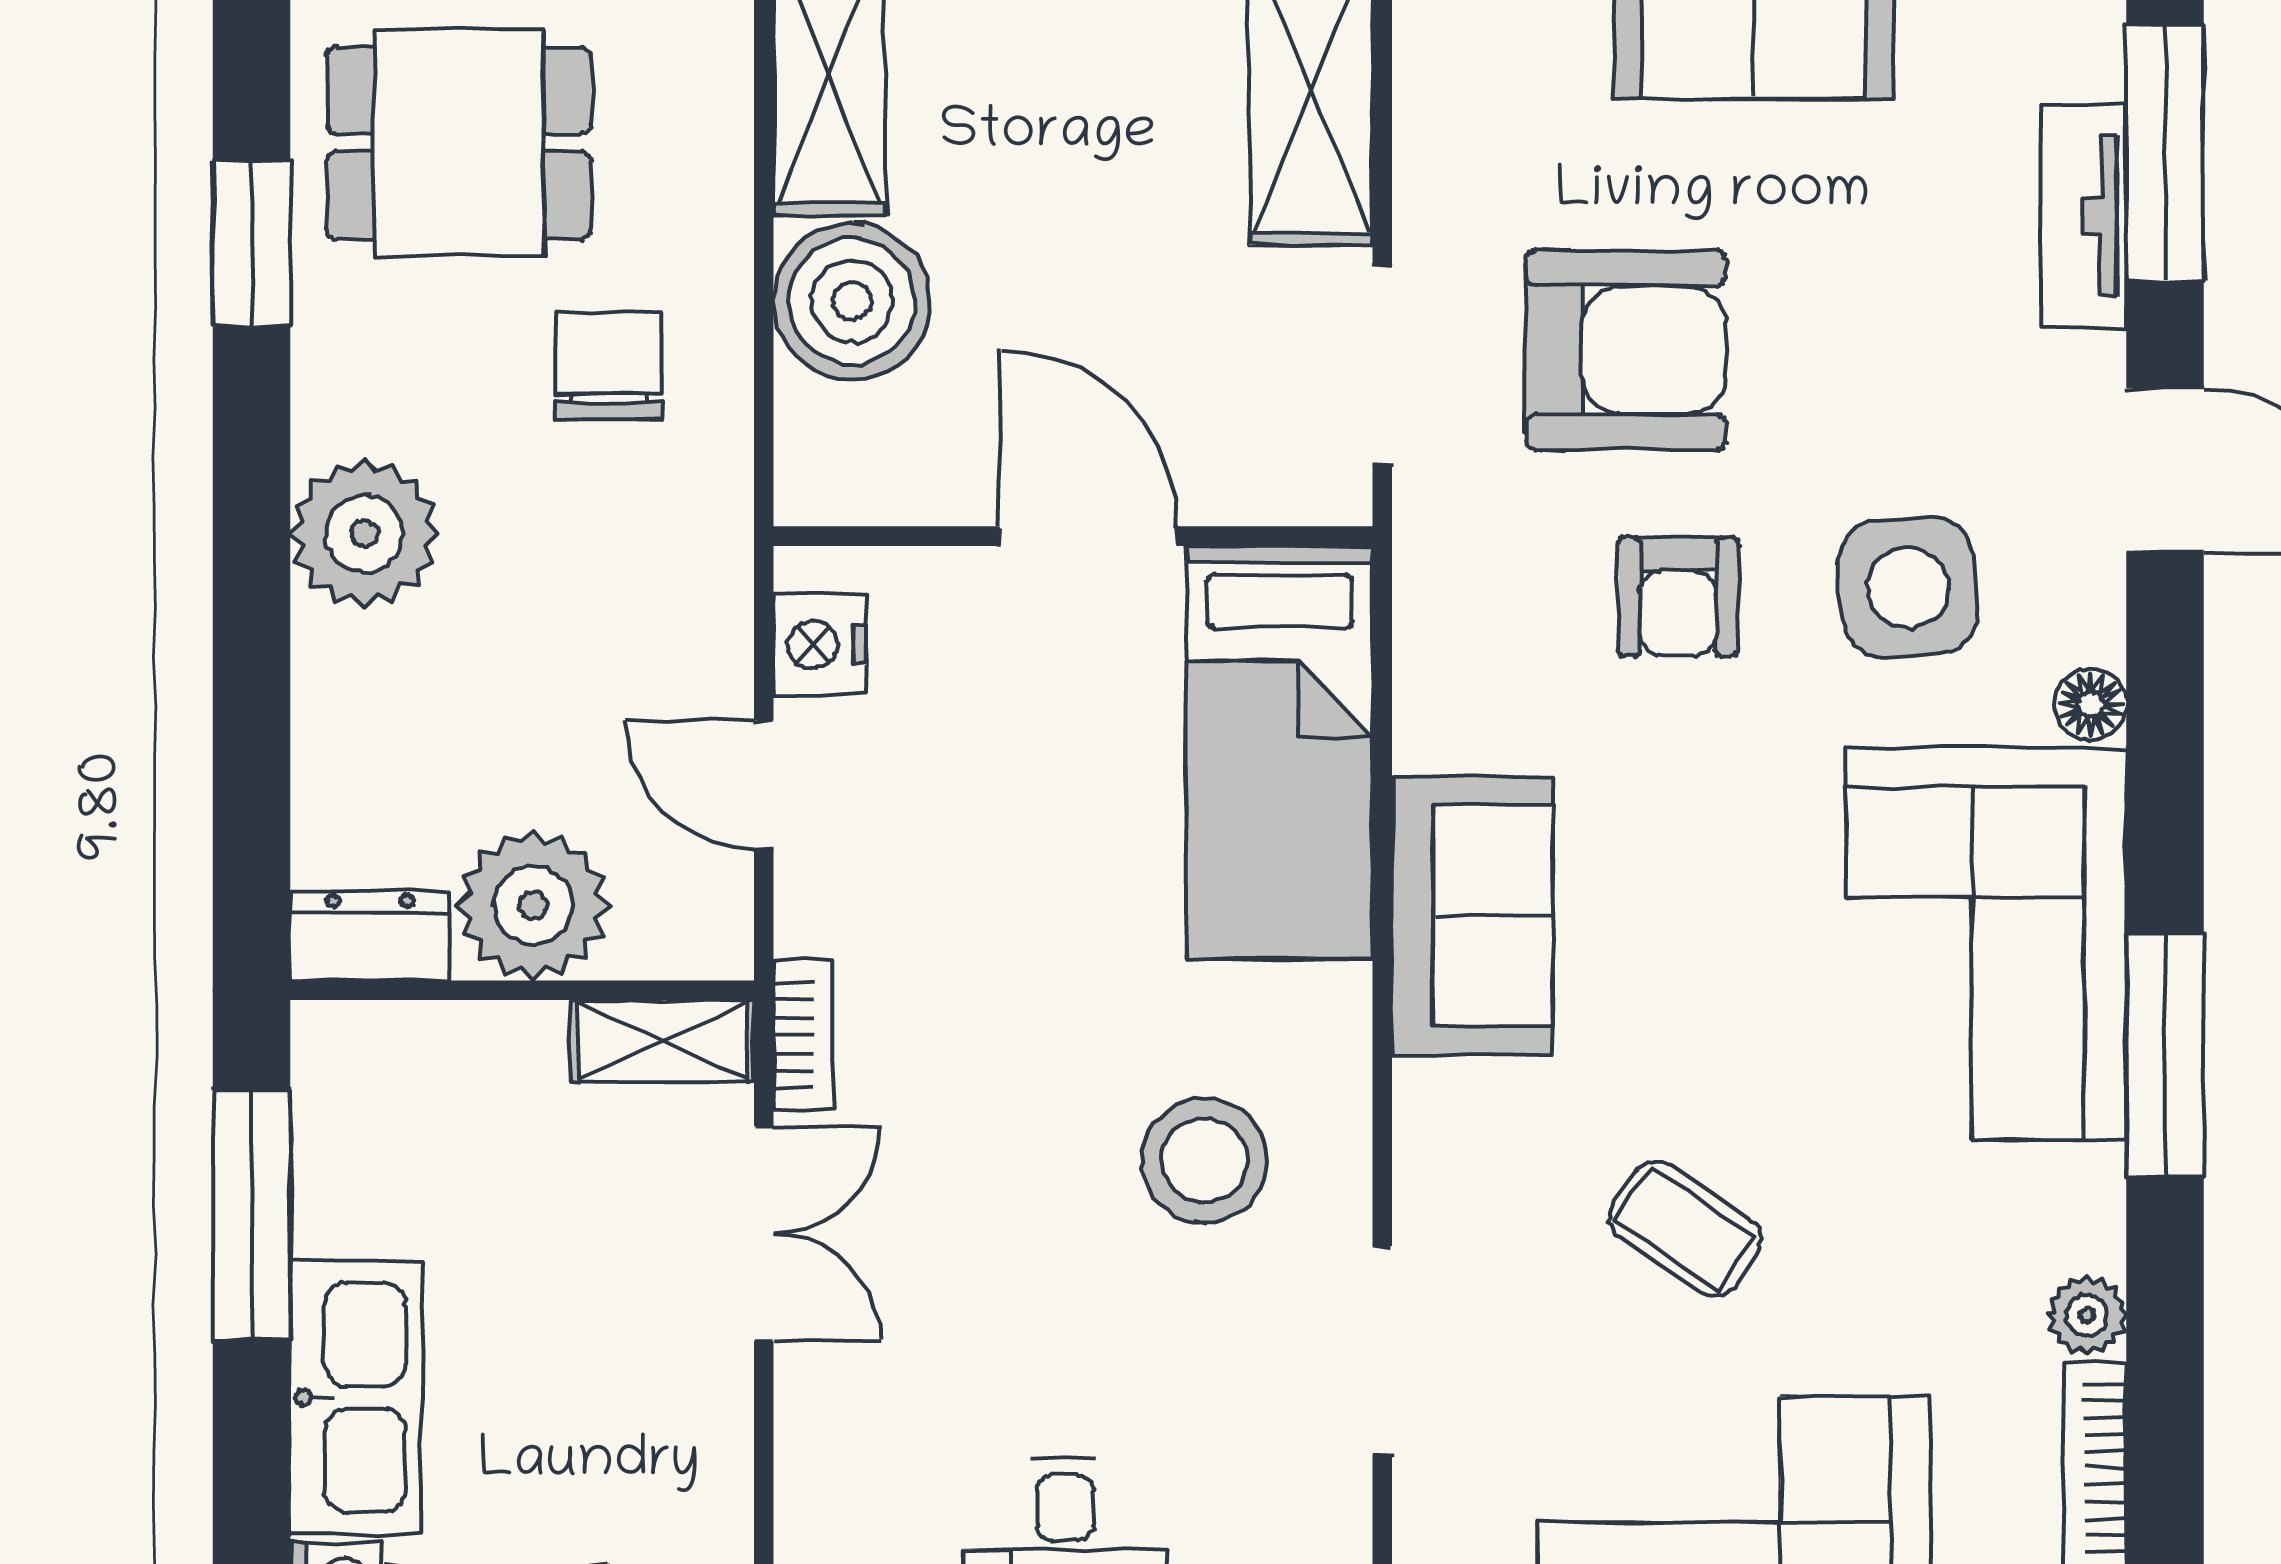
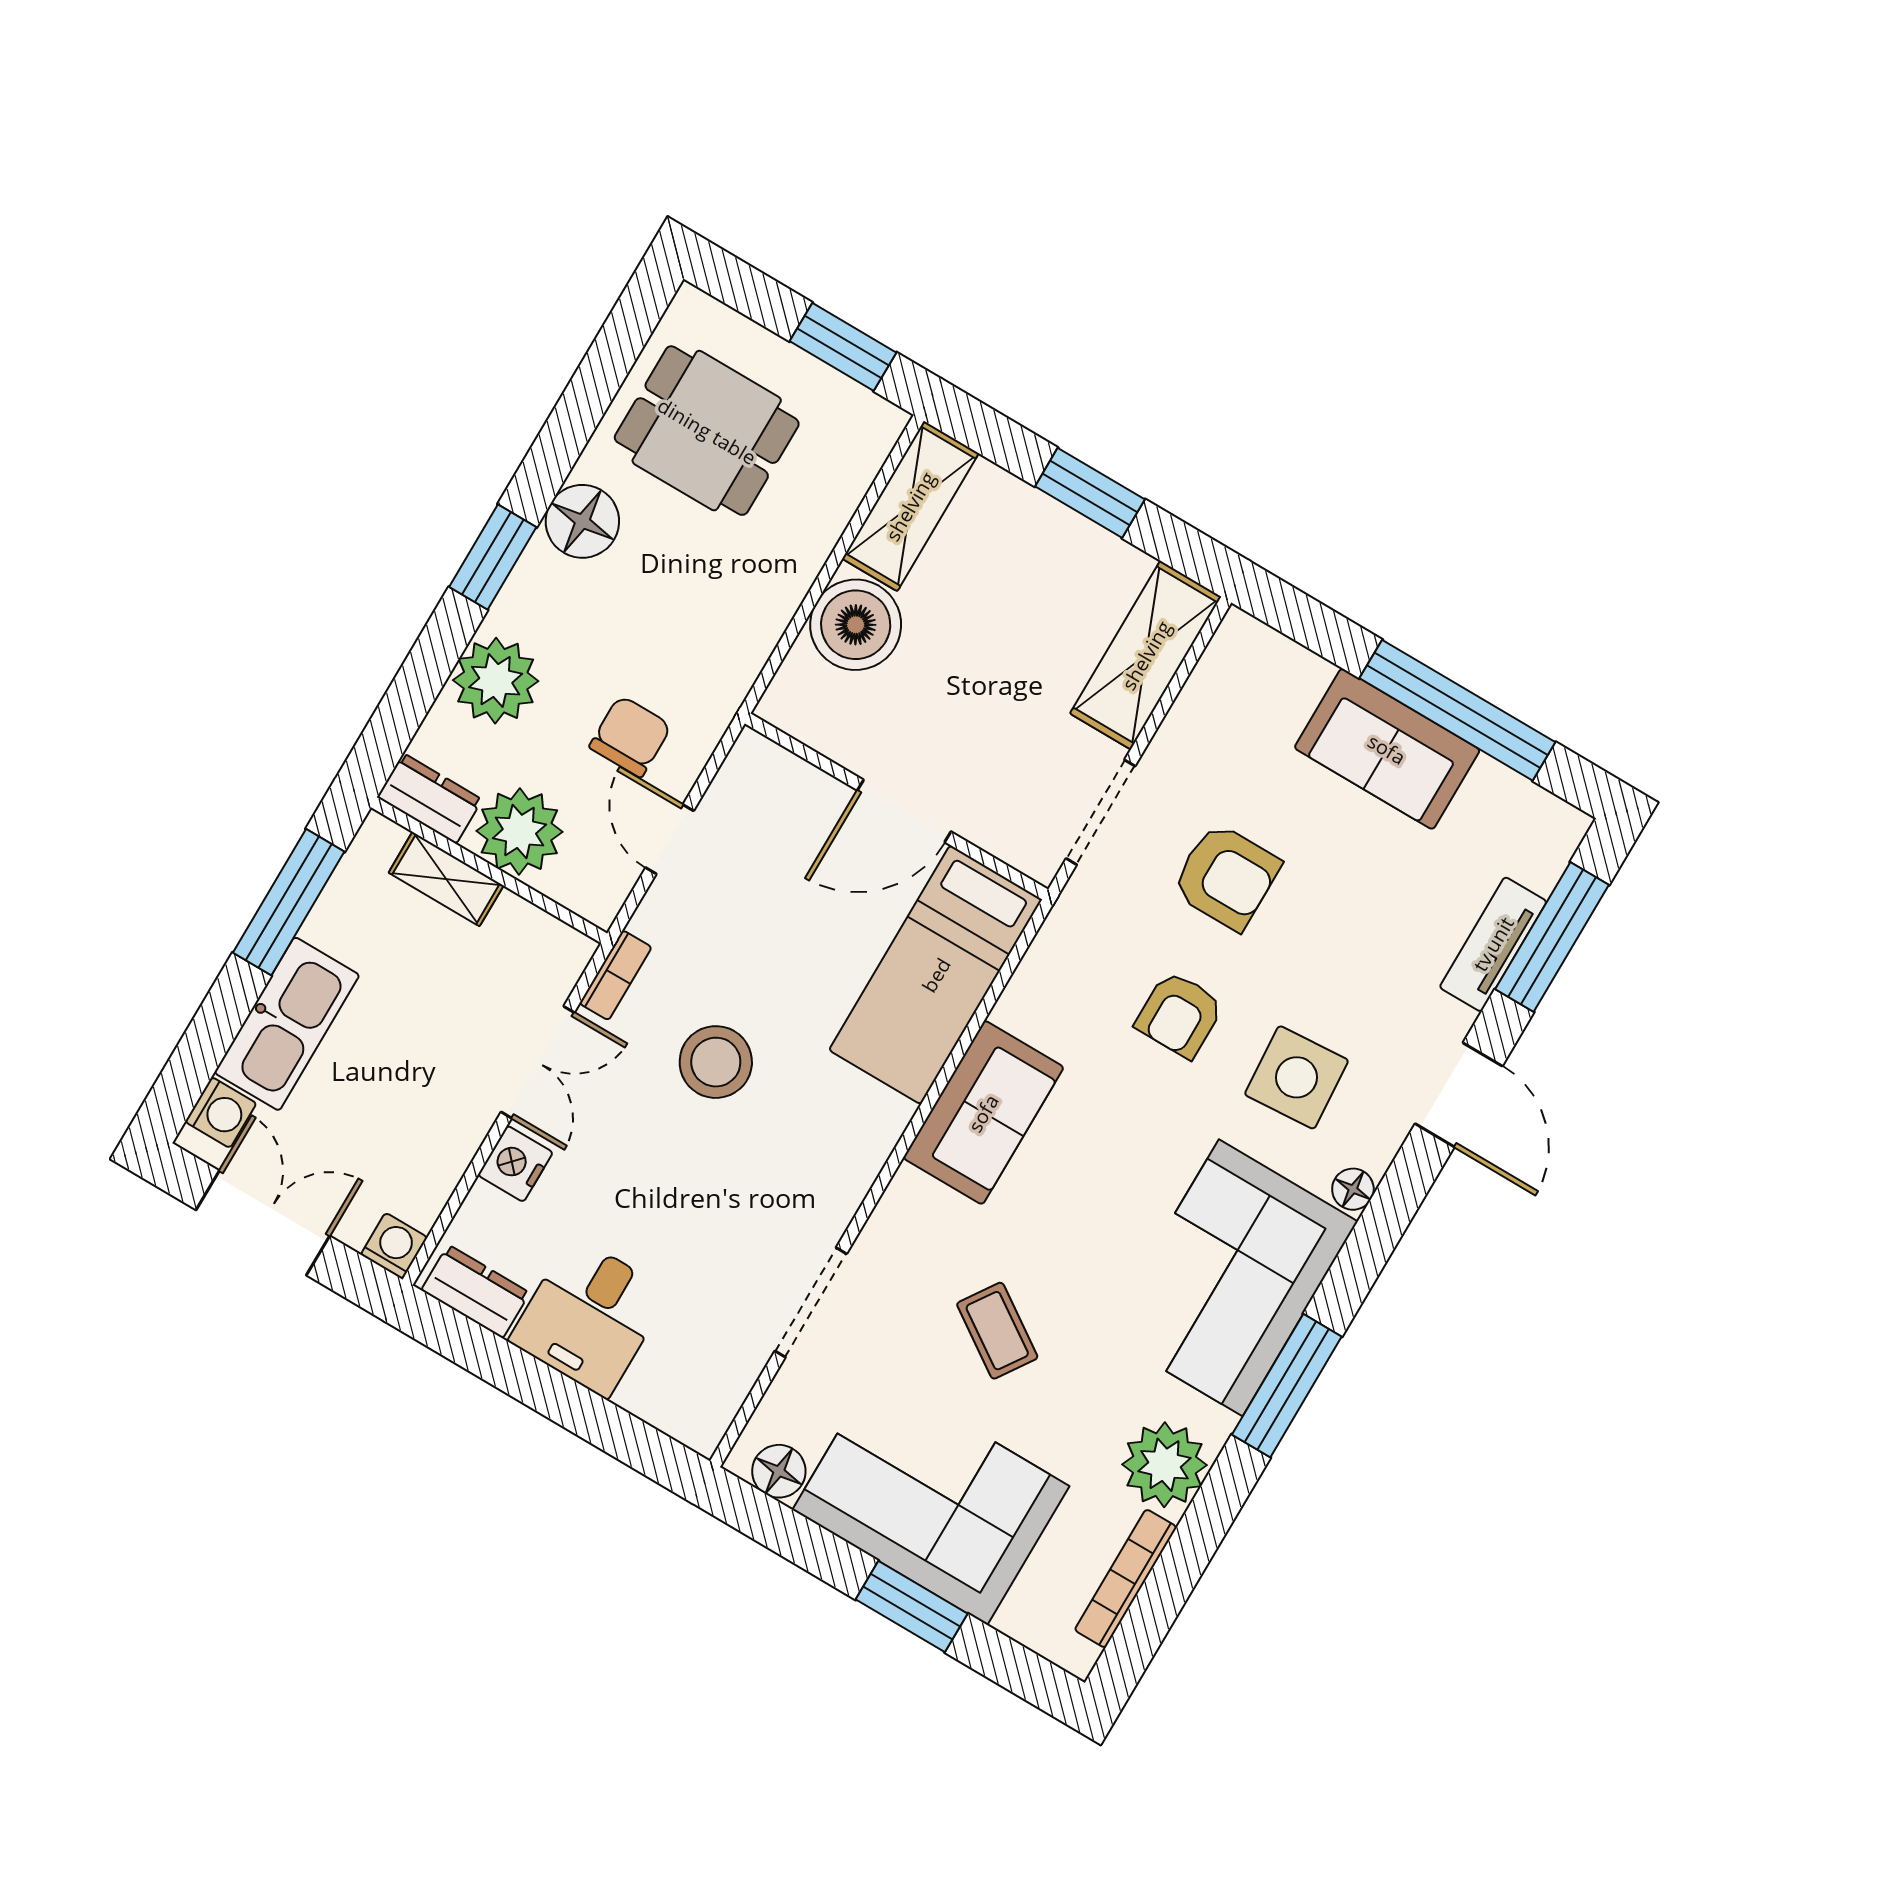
window: (251, 243) -> (493, 557), moved
armchair: (1626, 350) -> (1226, 877), width x0.73, depth x0.73
chair: (609, 366) -> (630, 736), moved
floor lamp: (354, 388) -> (582, 521), added
plant: (365, 534) -> (496, 681), moved
door: (1088, 536) -> (904, 811), swing flipped
nightstand: (820, 645) -> (515, 1164), moved
shelving: (662, 1041) -> (446, 879), moved
stool: (1204, 1160) -> (716, 1062), moved
plant: (2087, 1315) -> (1165, 1465), width x1.87, depth x1.87

